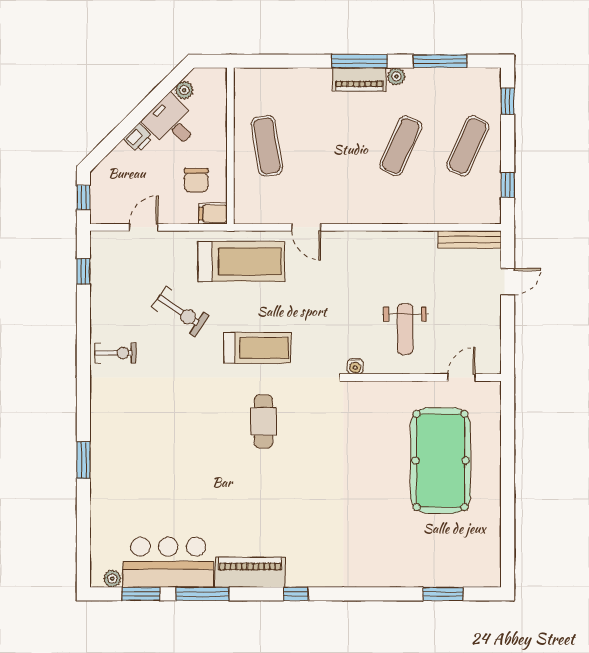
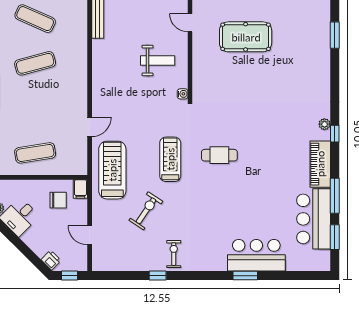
printer: (138, 138) -> (51, 260), moved
exercise mat: (401, 146) -> (35, 63), turned -39
window: (83, 271) -> (158, 276), moved
pool table: (441, 461) -> (246, 37), width x0.73, depth x0.76
bar counter: (114, 477) -> (256, 255), added
plant: (112, 579) -> (324, 124), moved

